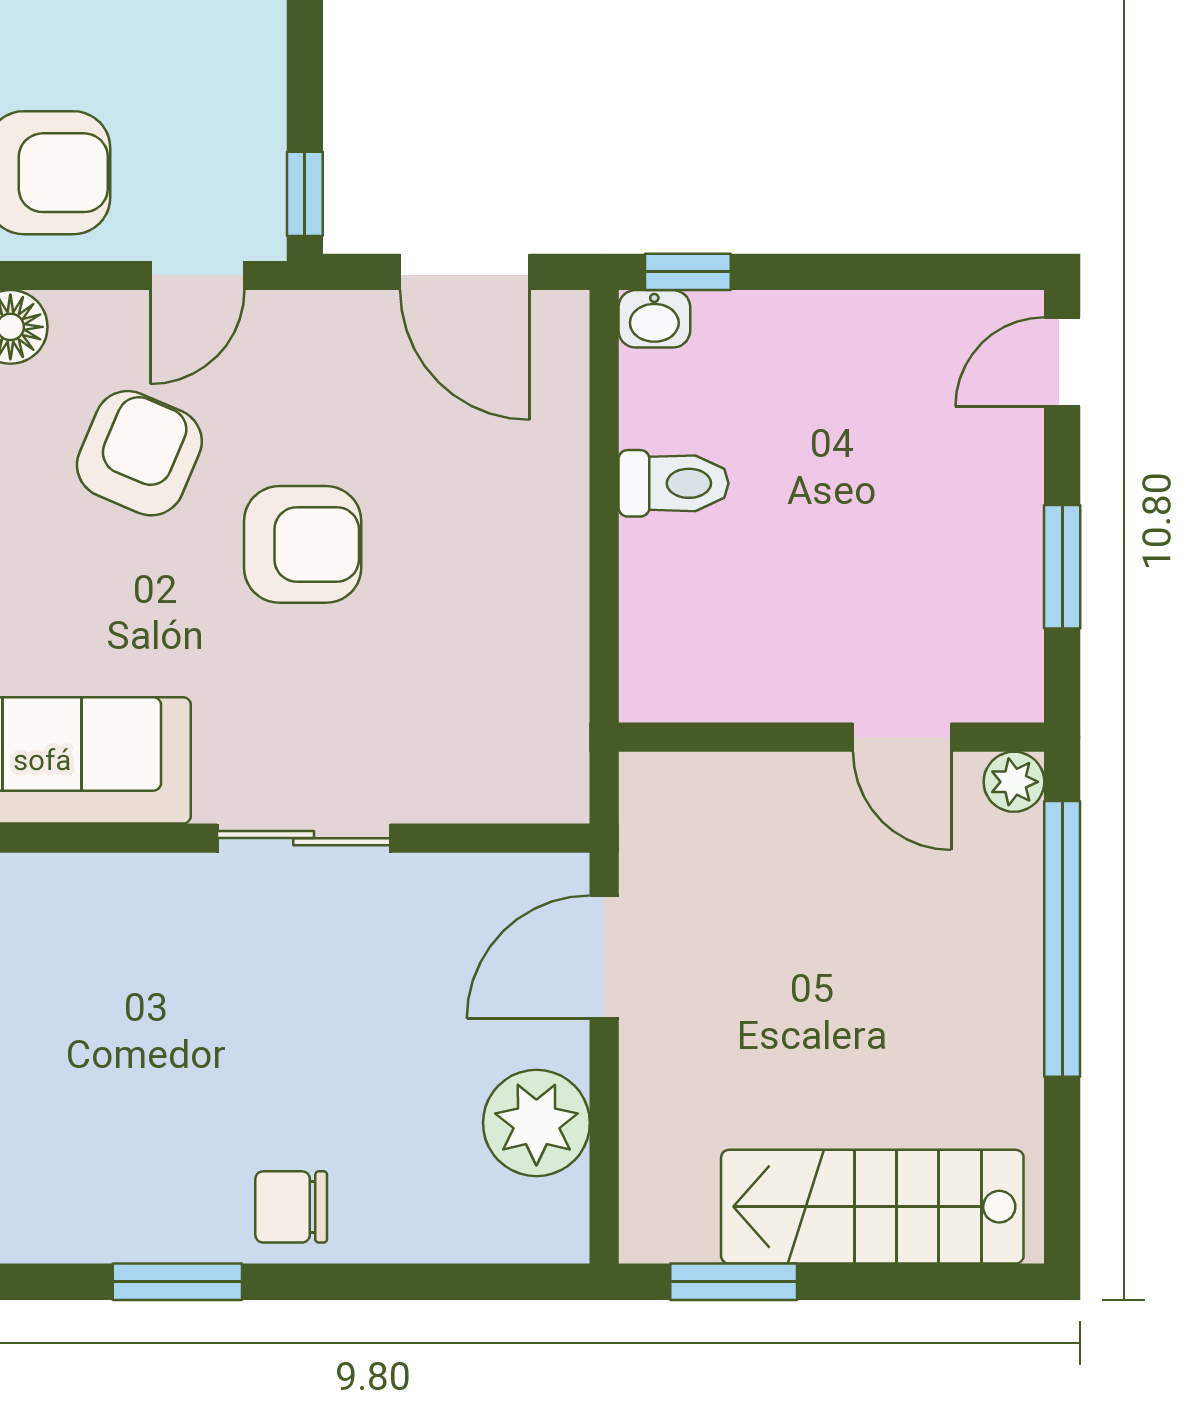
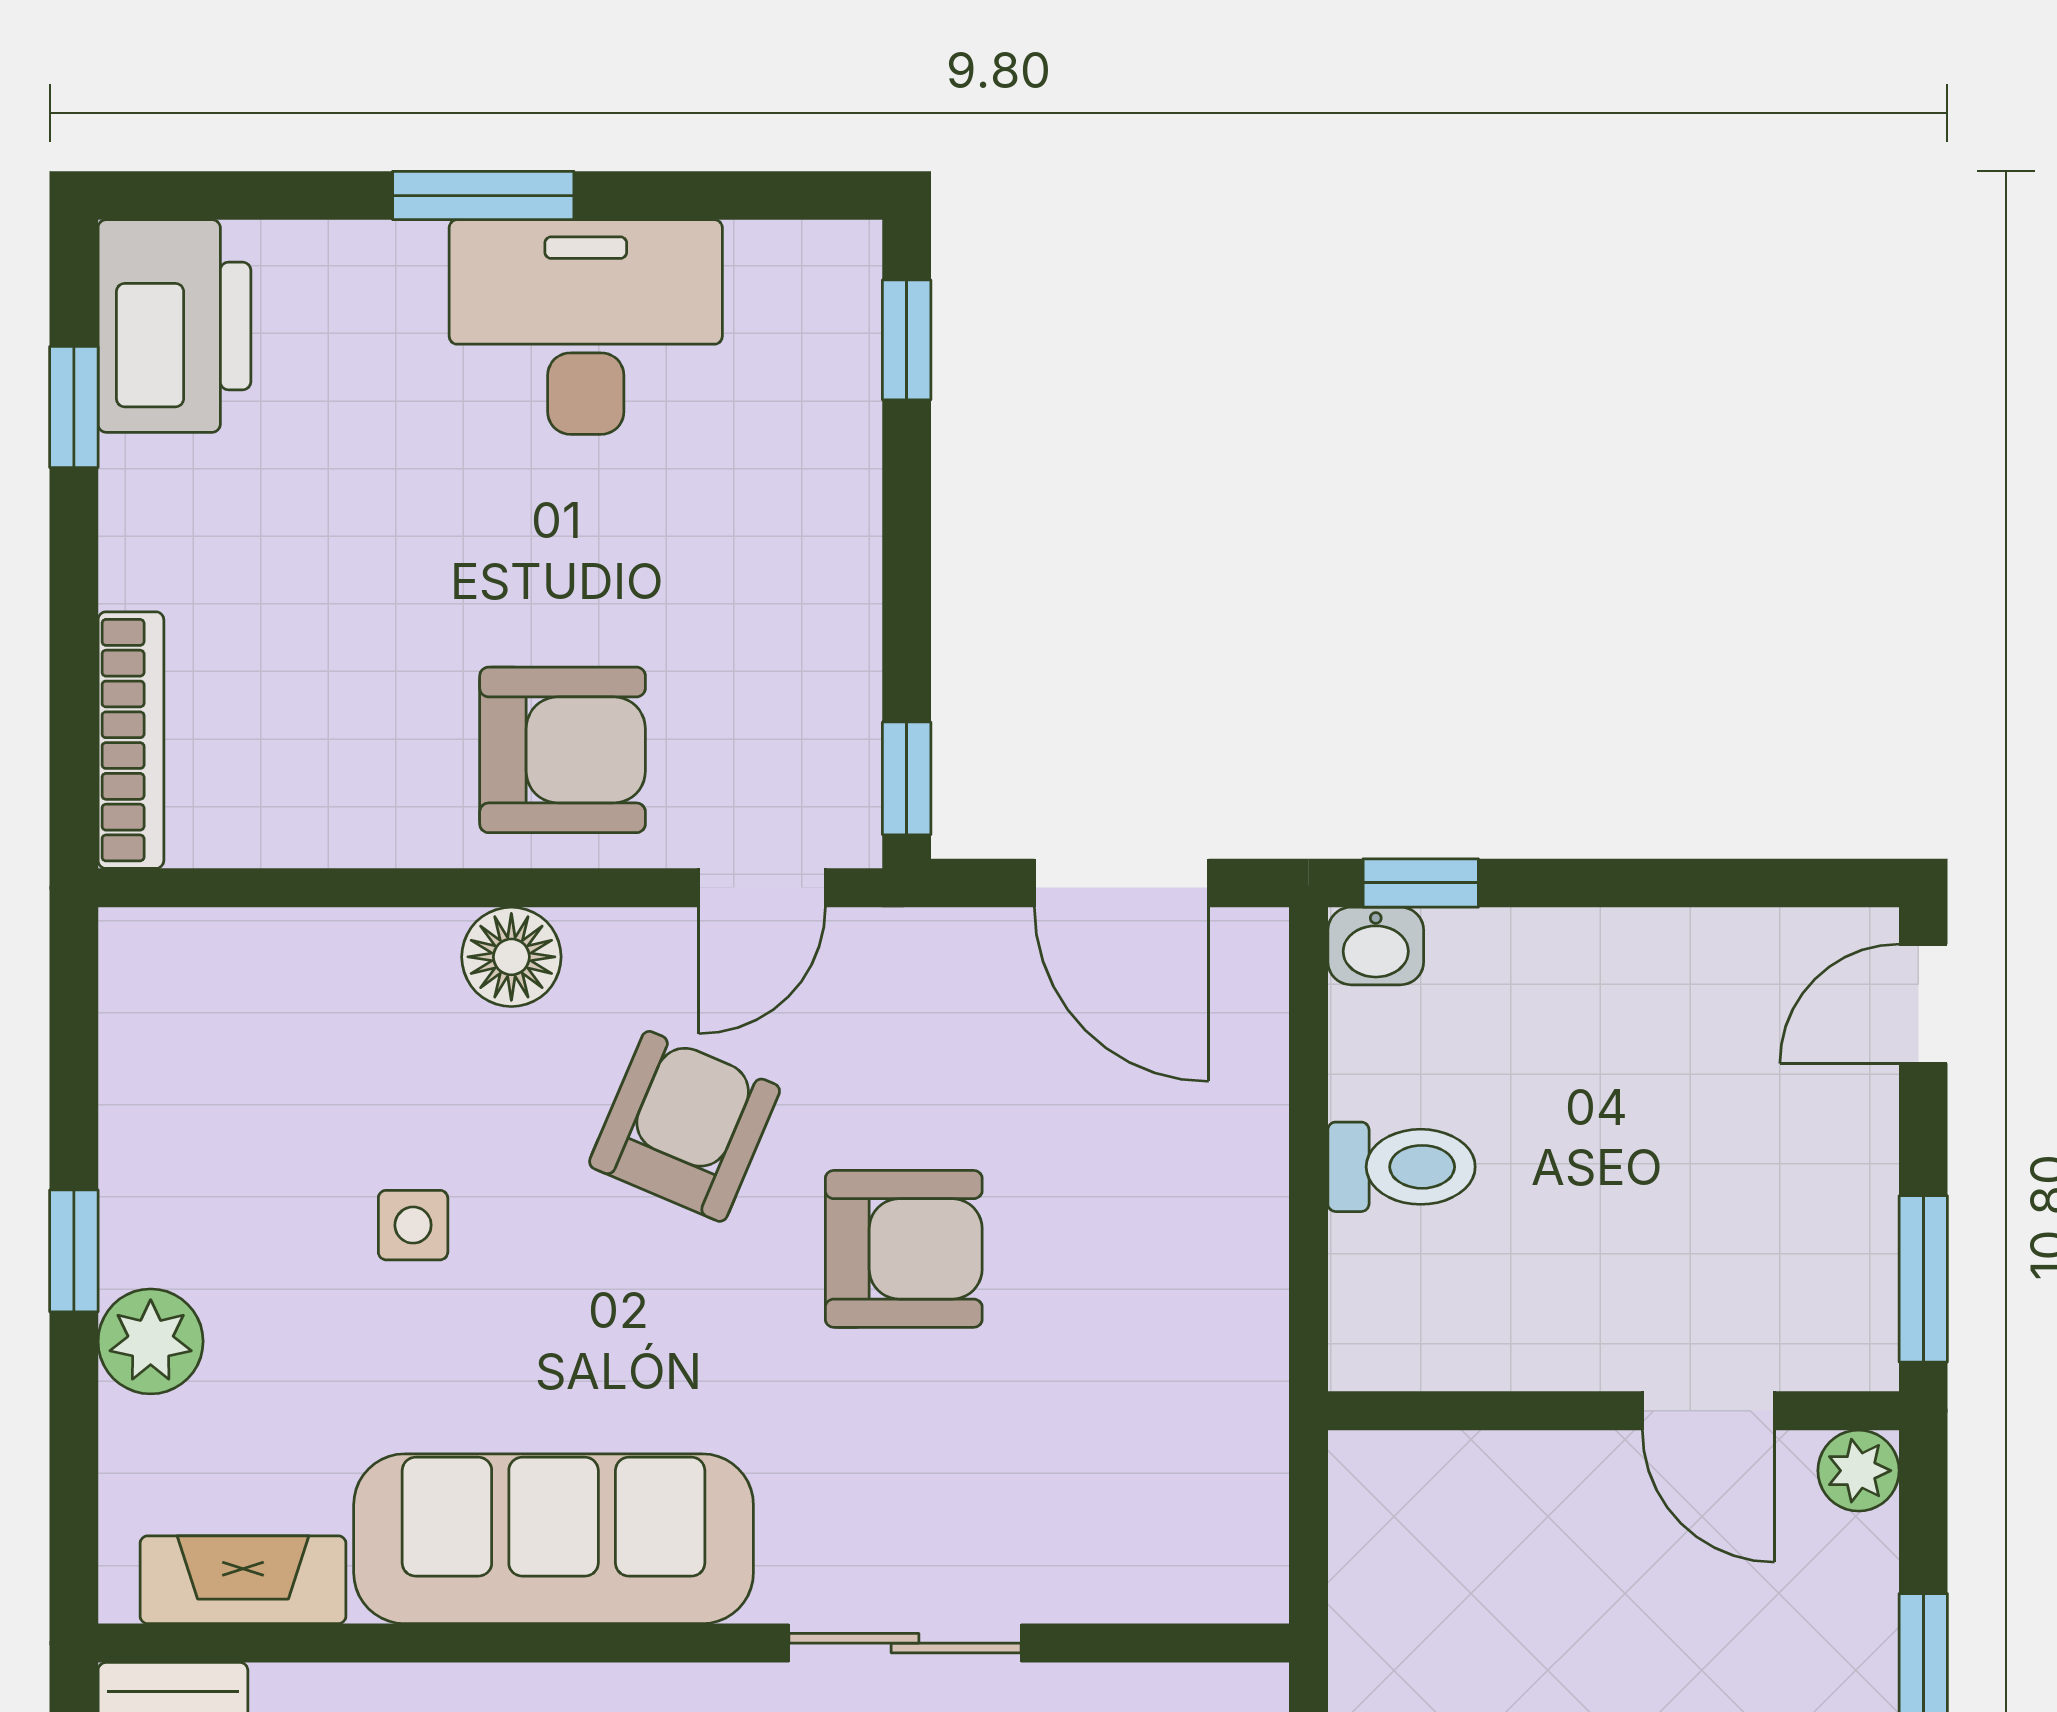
wall: (831, 737) -> (1613, 1411), moved
door: (902, 737) -> (1708, 1411), moved
plant: (1014, 782) -> (1859, 1471), moved

